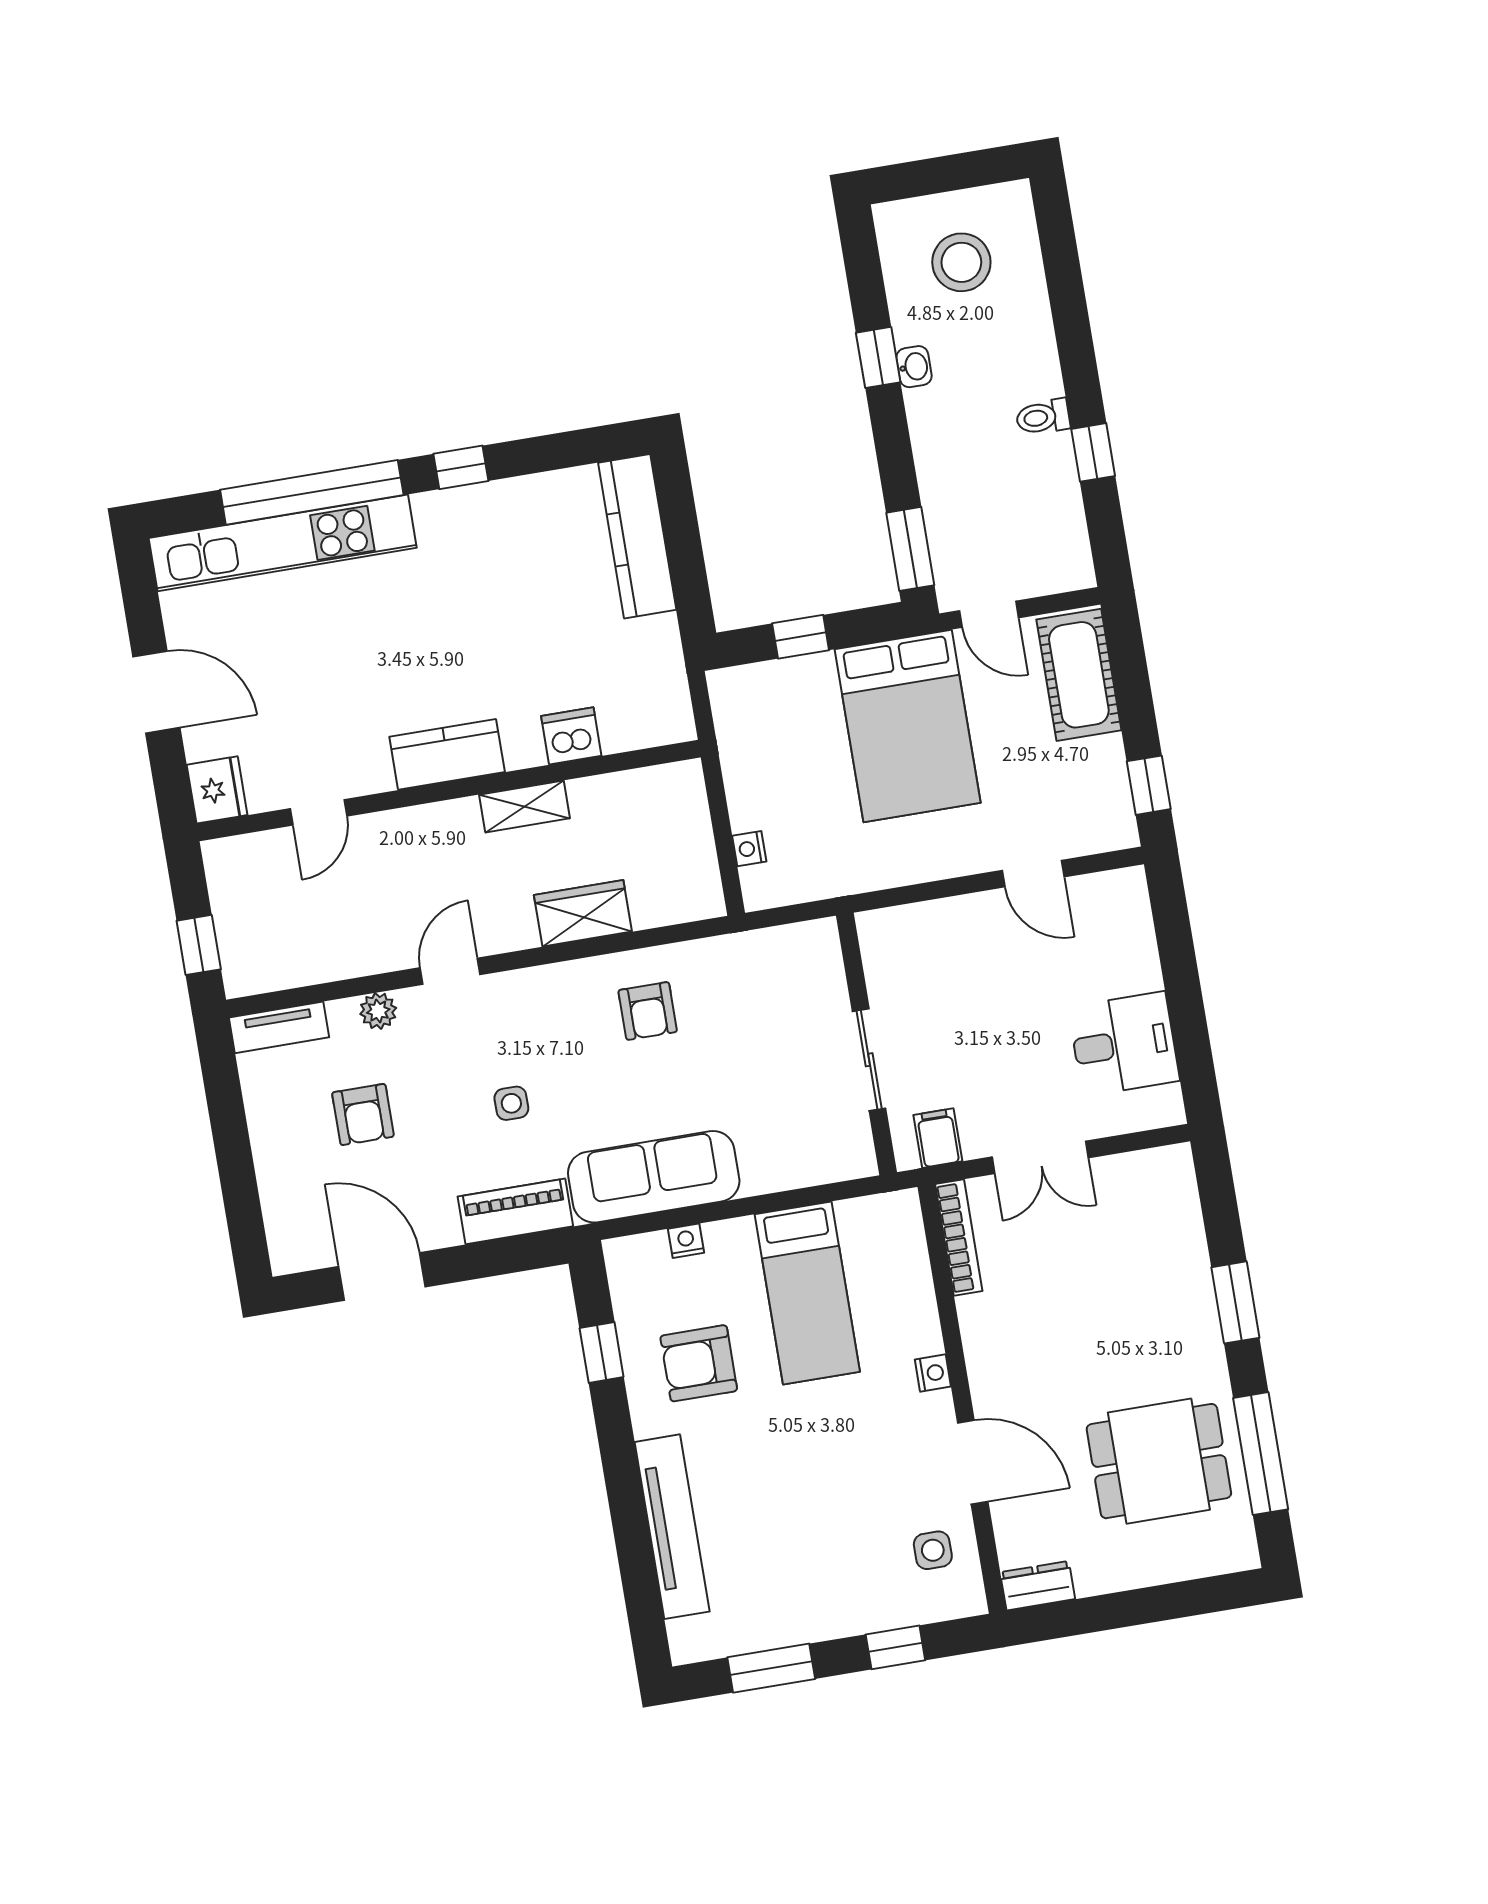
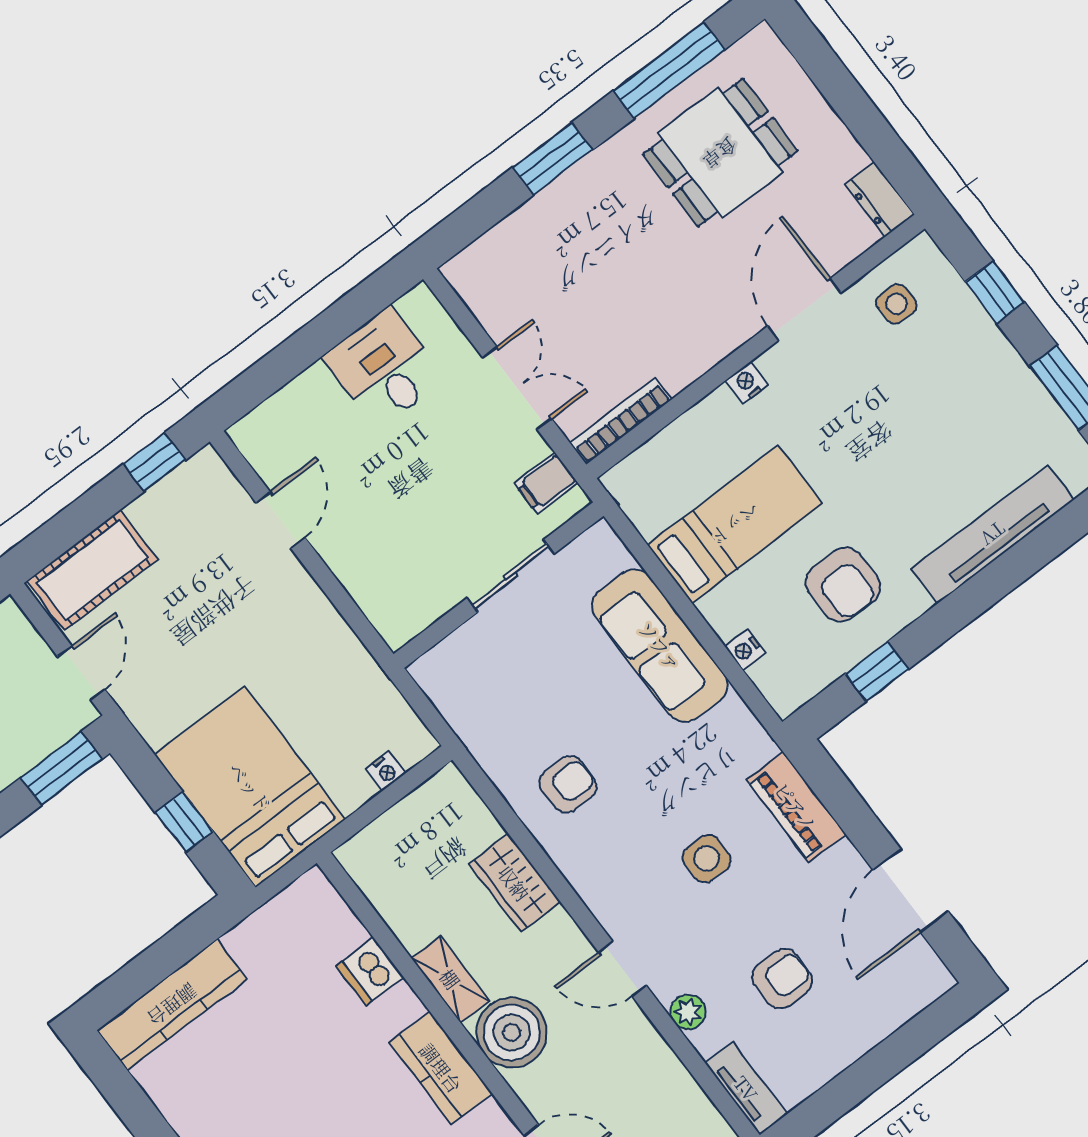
bed: (908, 726) -> (250, 787), moved, turned -90
boiler: (445, 837) -> (512, 1032), added
side table: (511, 1103) -> (707, 858), width x1.37, depth x1.37
sofa: (654, 1177) -> (660, 646), moved
dining table: (1159, 1461) -> (720, 153), turned 90

